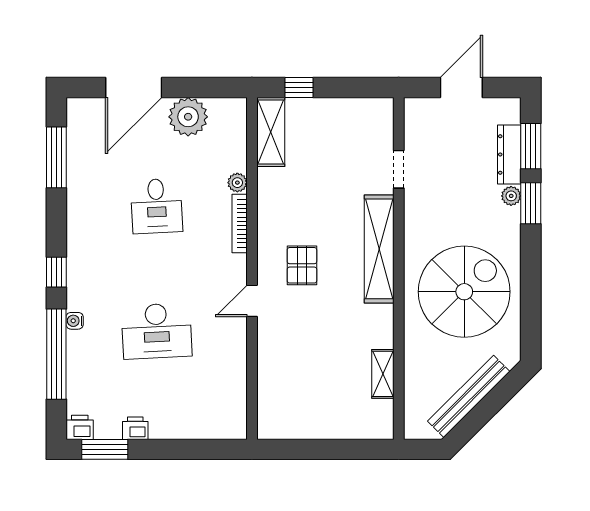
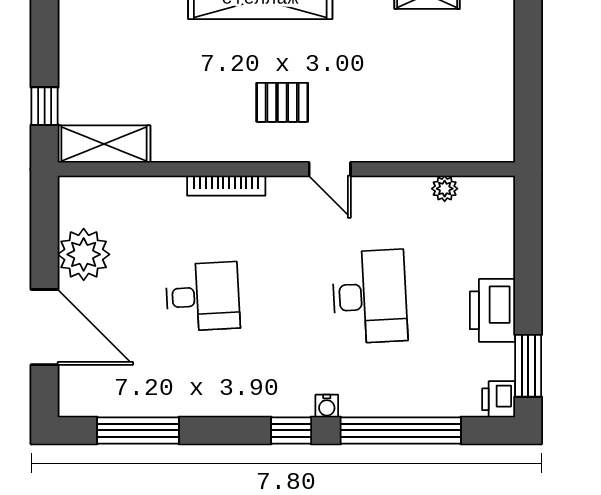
plant: (237, 183) -> (445, 189), moved
water cooler: (75, 321) -> (327, 406), moved
printer: (135, 428) -> (492, 310), width x1.87, depth x1.48

